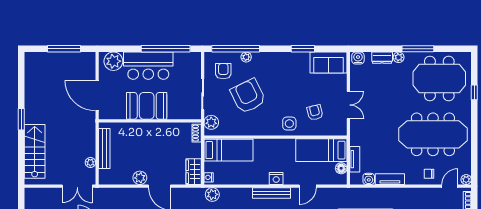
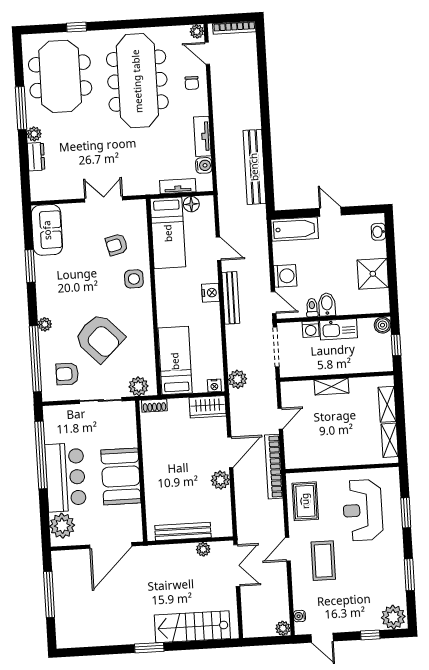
plant: (246, 57) -> (45, 324), moved
water cooler: (358, 58) -> (38, 190), removed
armchair: (248, 96) -> (99, 338), turned -108

